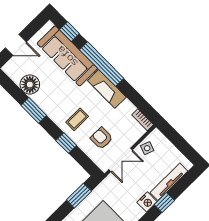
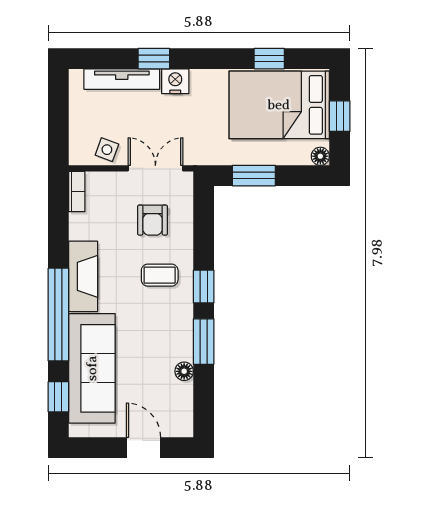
floor lamp: (30, 85) -> (184, 371), width x0.53, depth x0.53
window: (66, 143) -> (204, 287), moved

